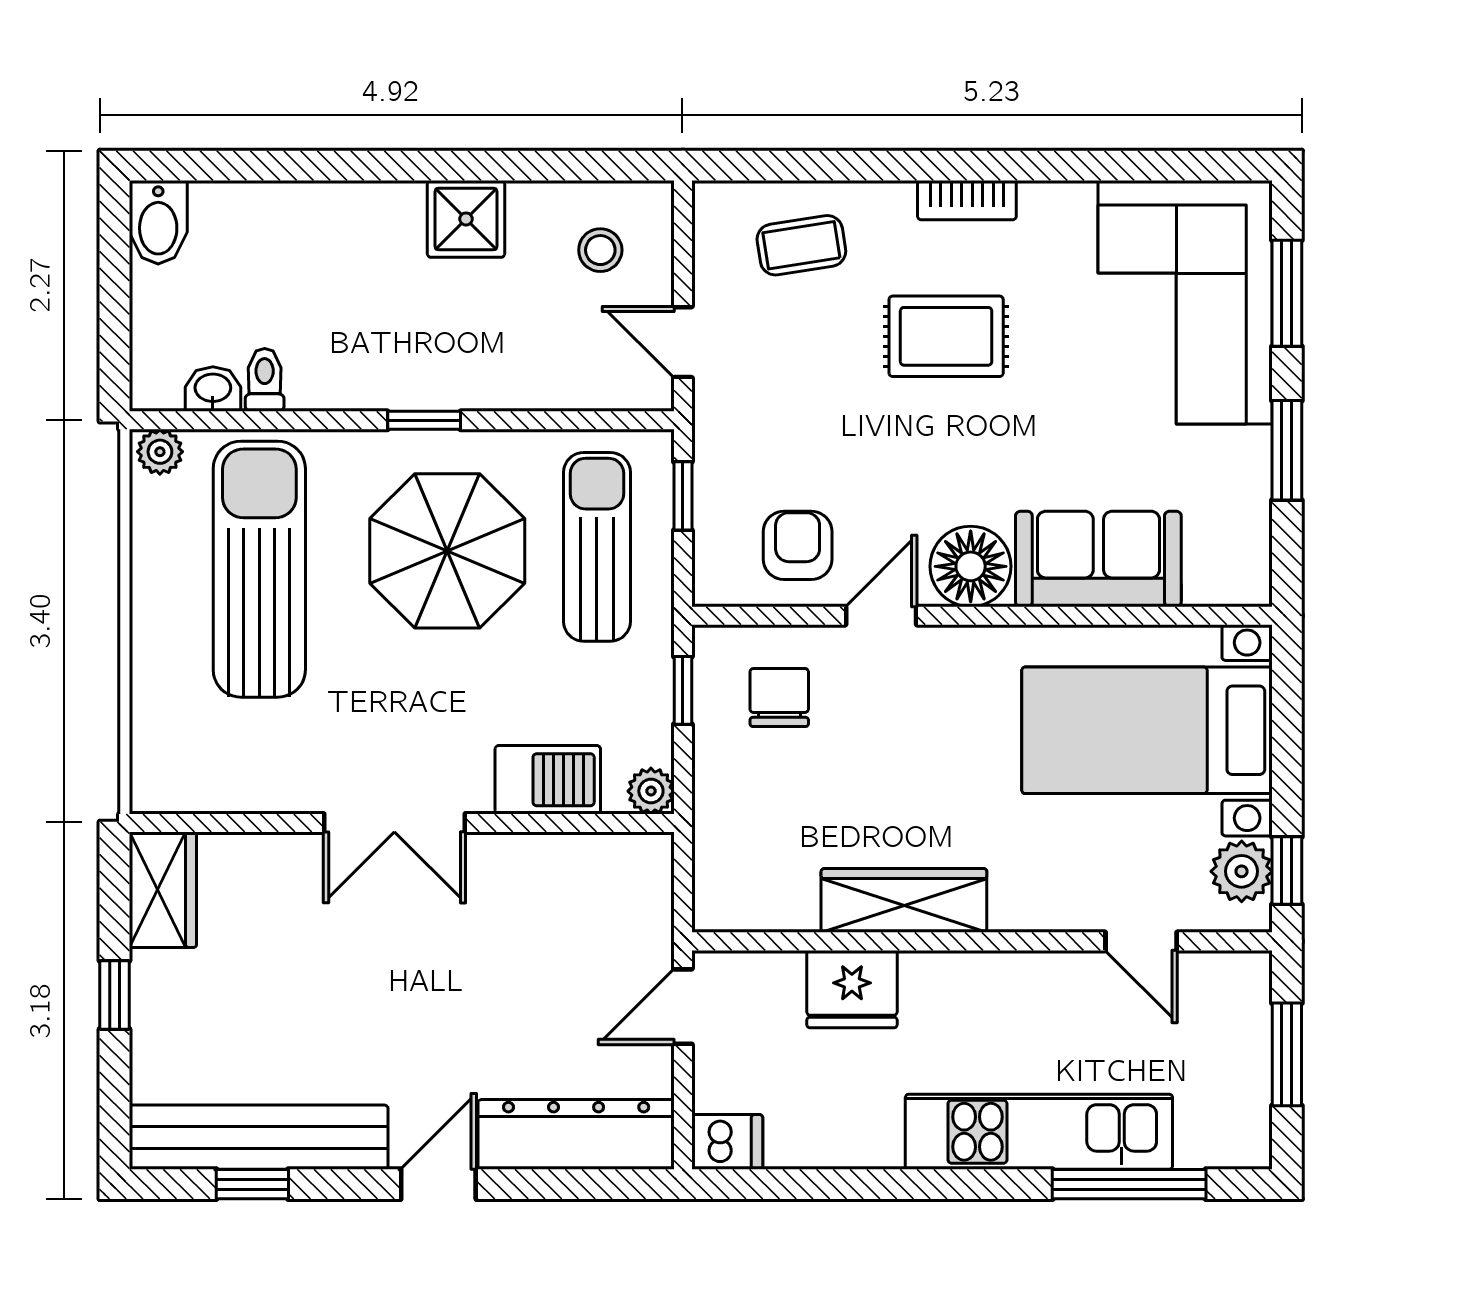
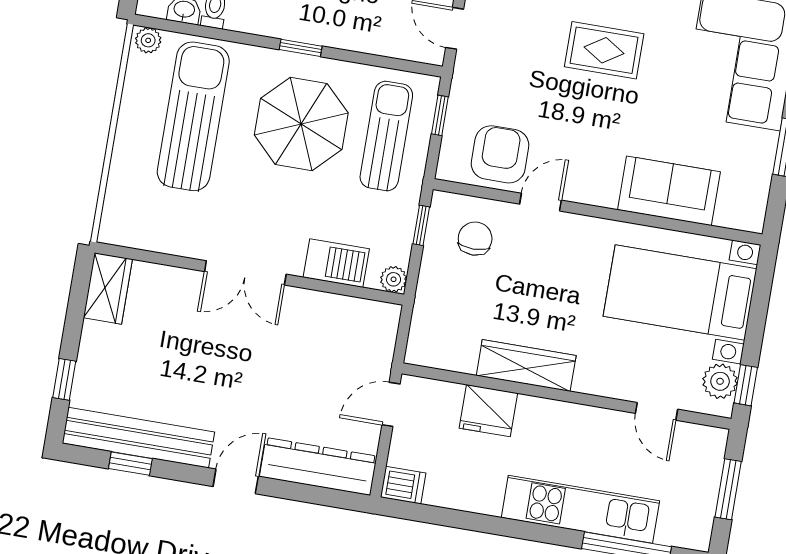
armchair: (798, 545) -> (500, 154), width x1.38, depth x1.38
floor lamp: (971, 566) -> (596, 183), removed
window: (114, 995) -> (64, 379), moved

